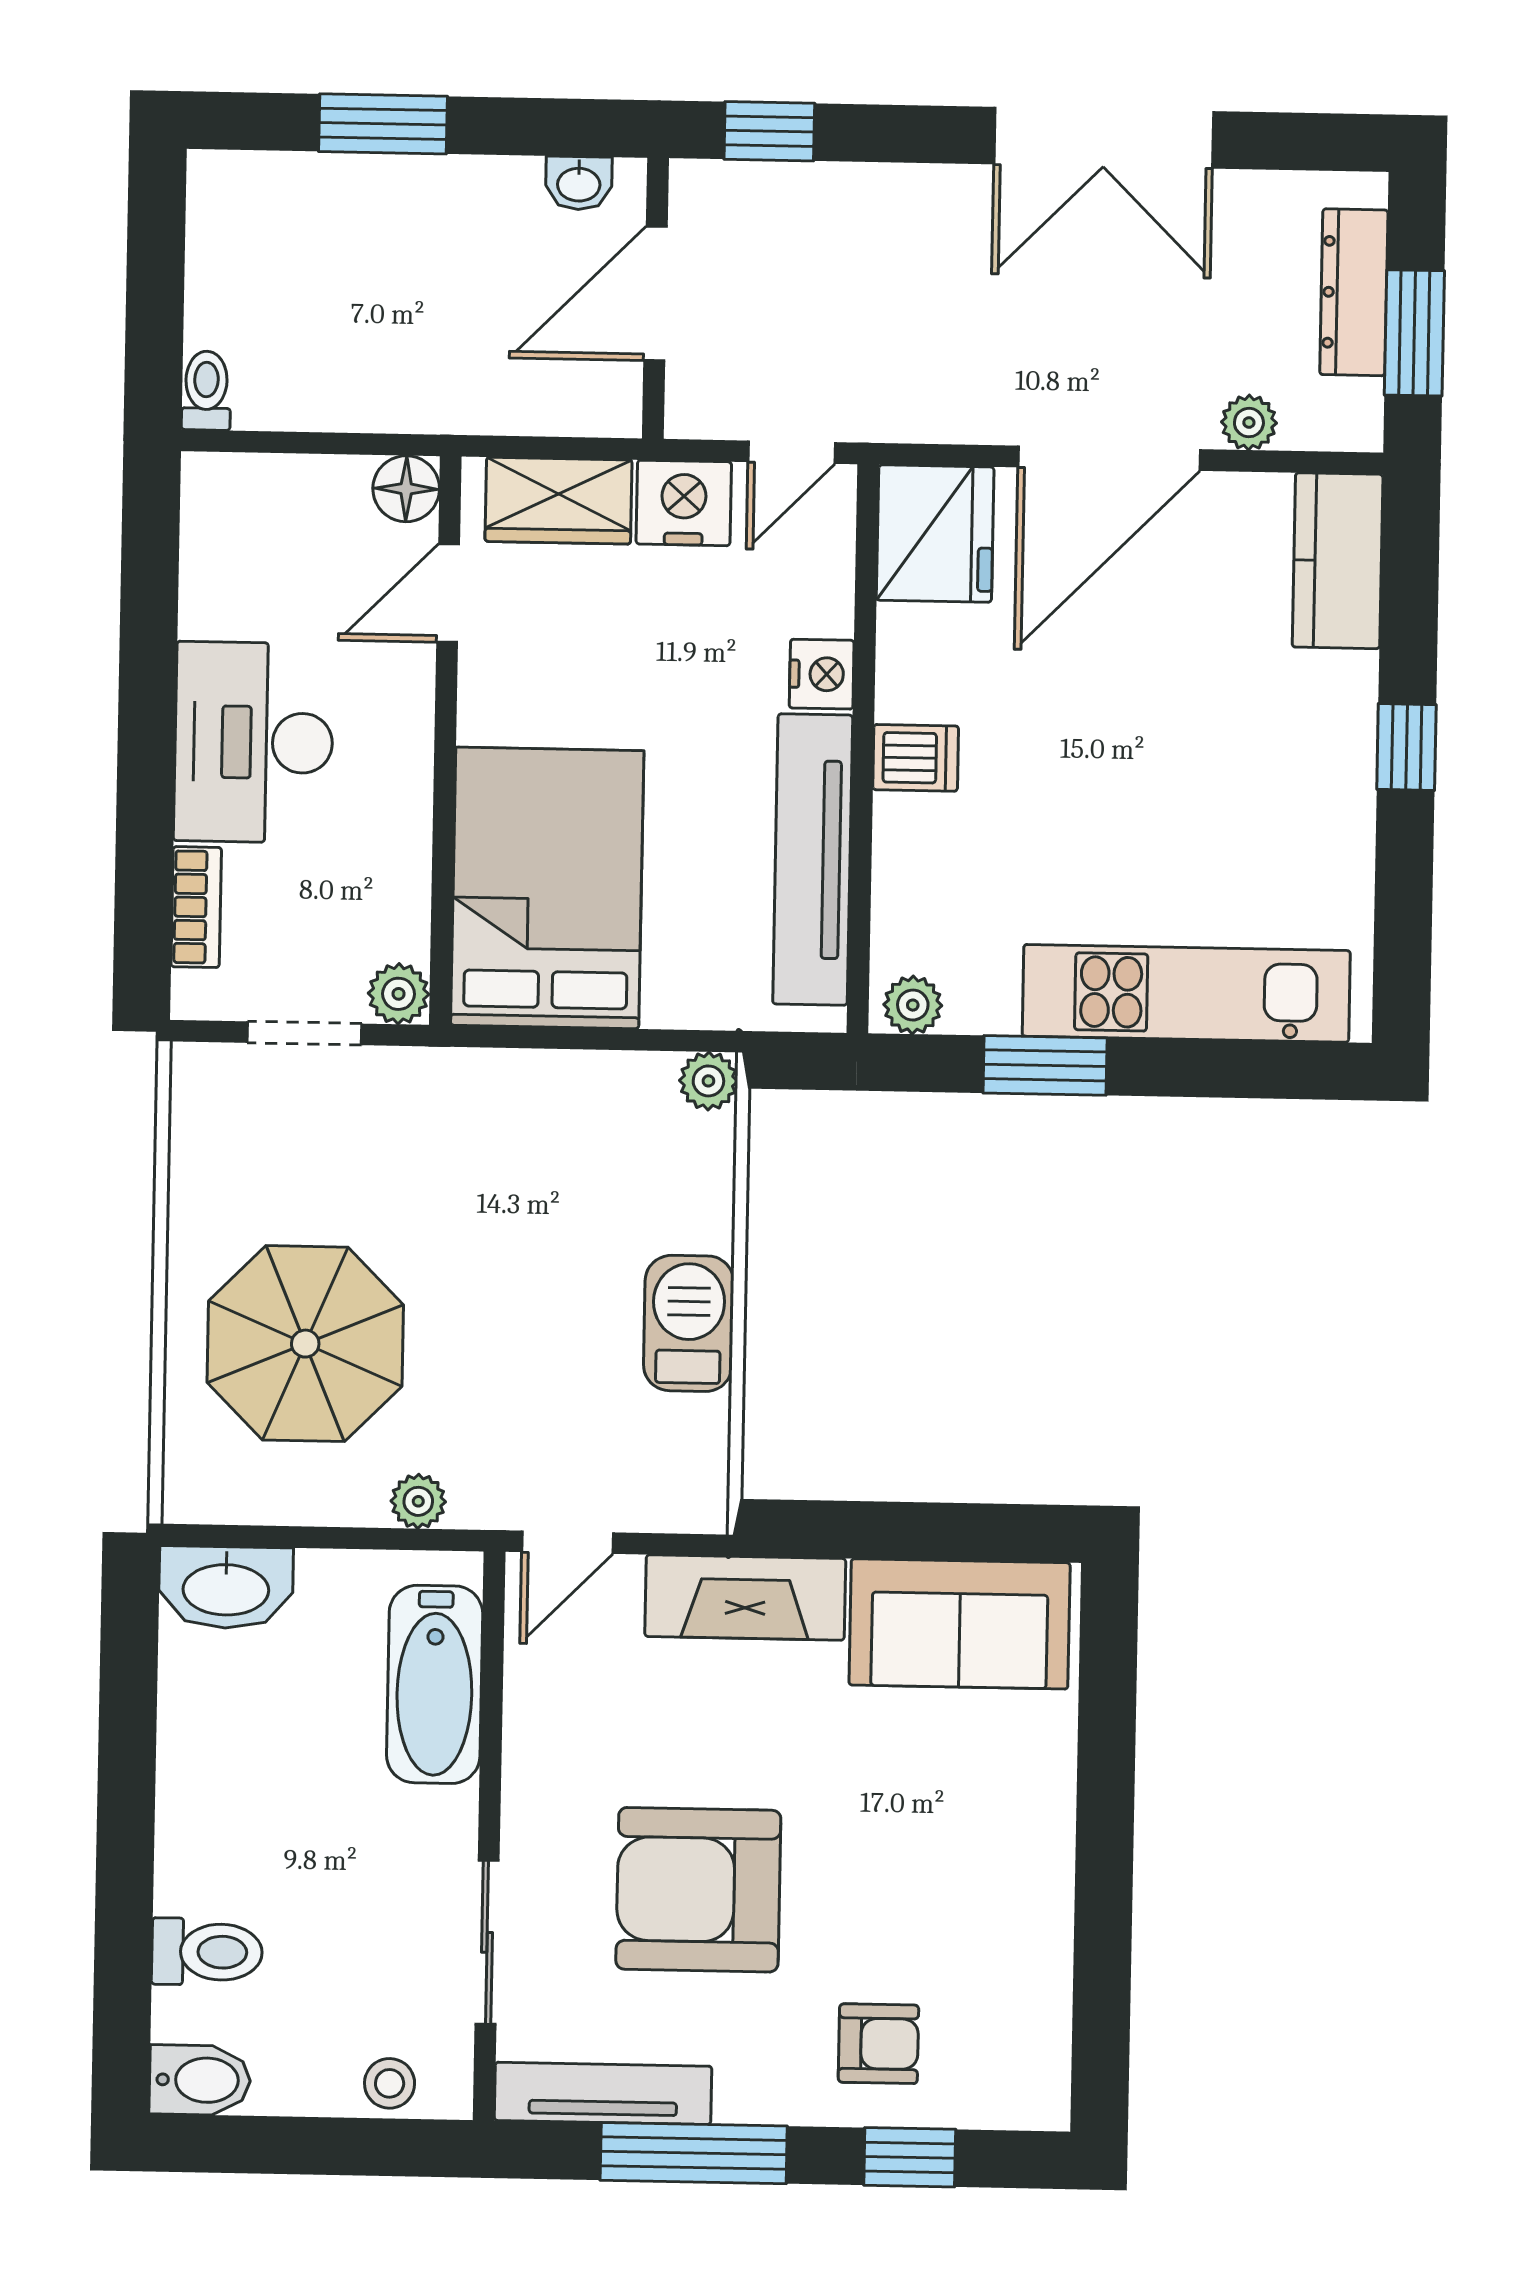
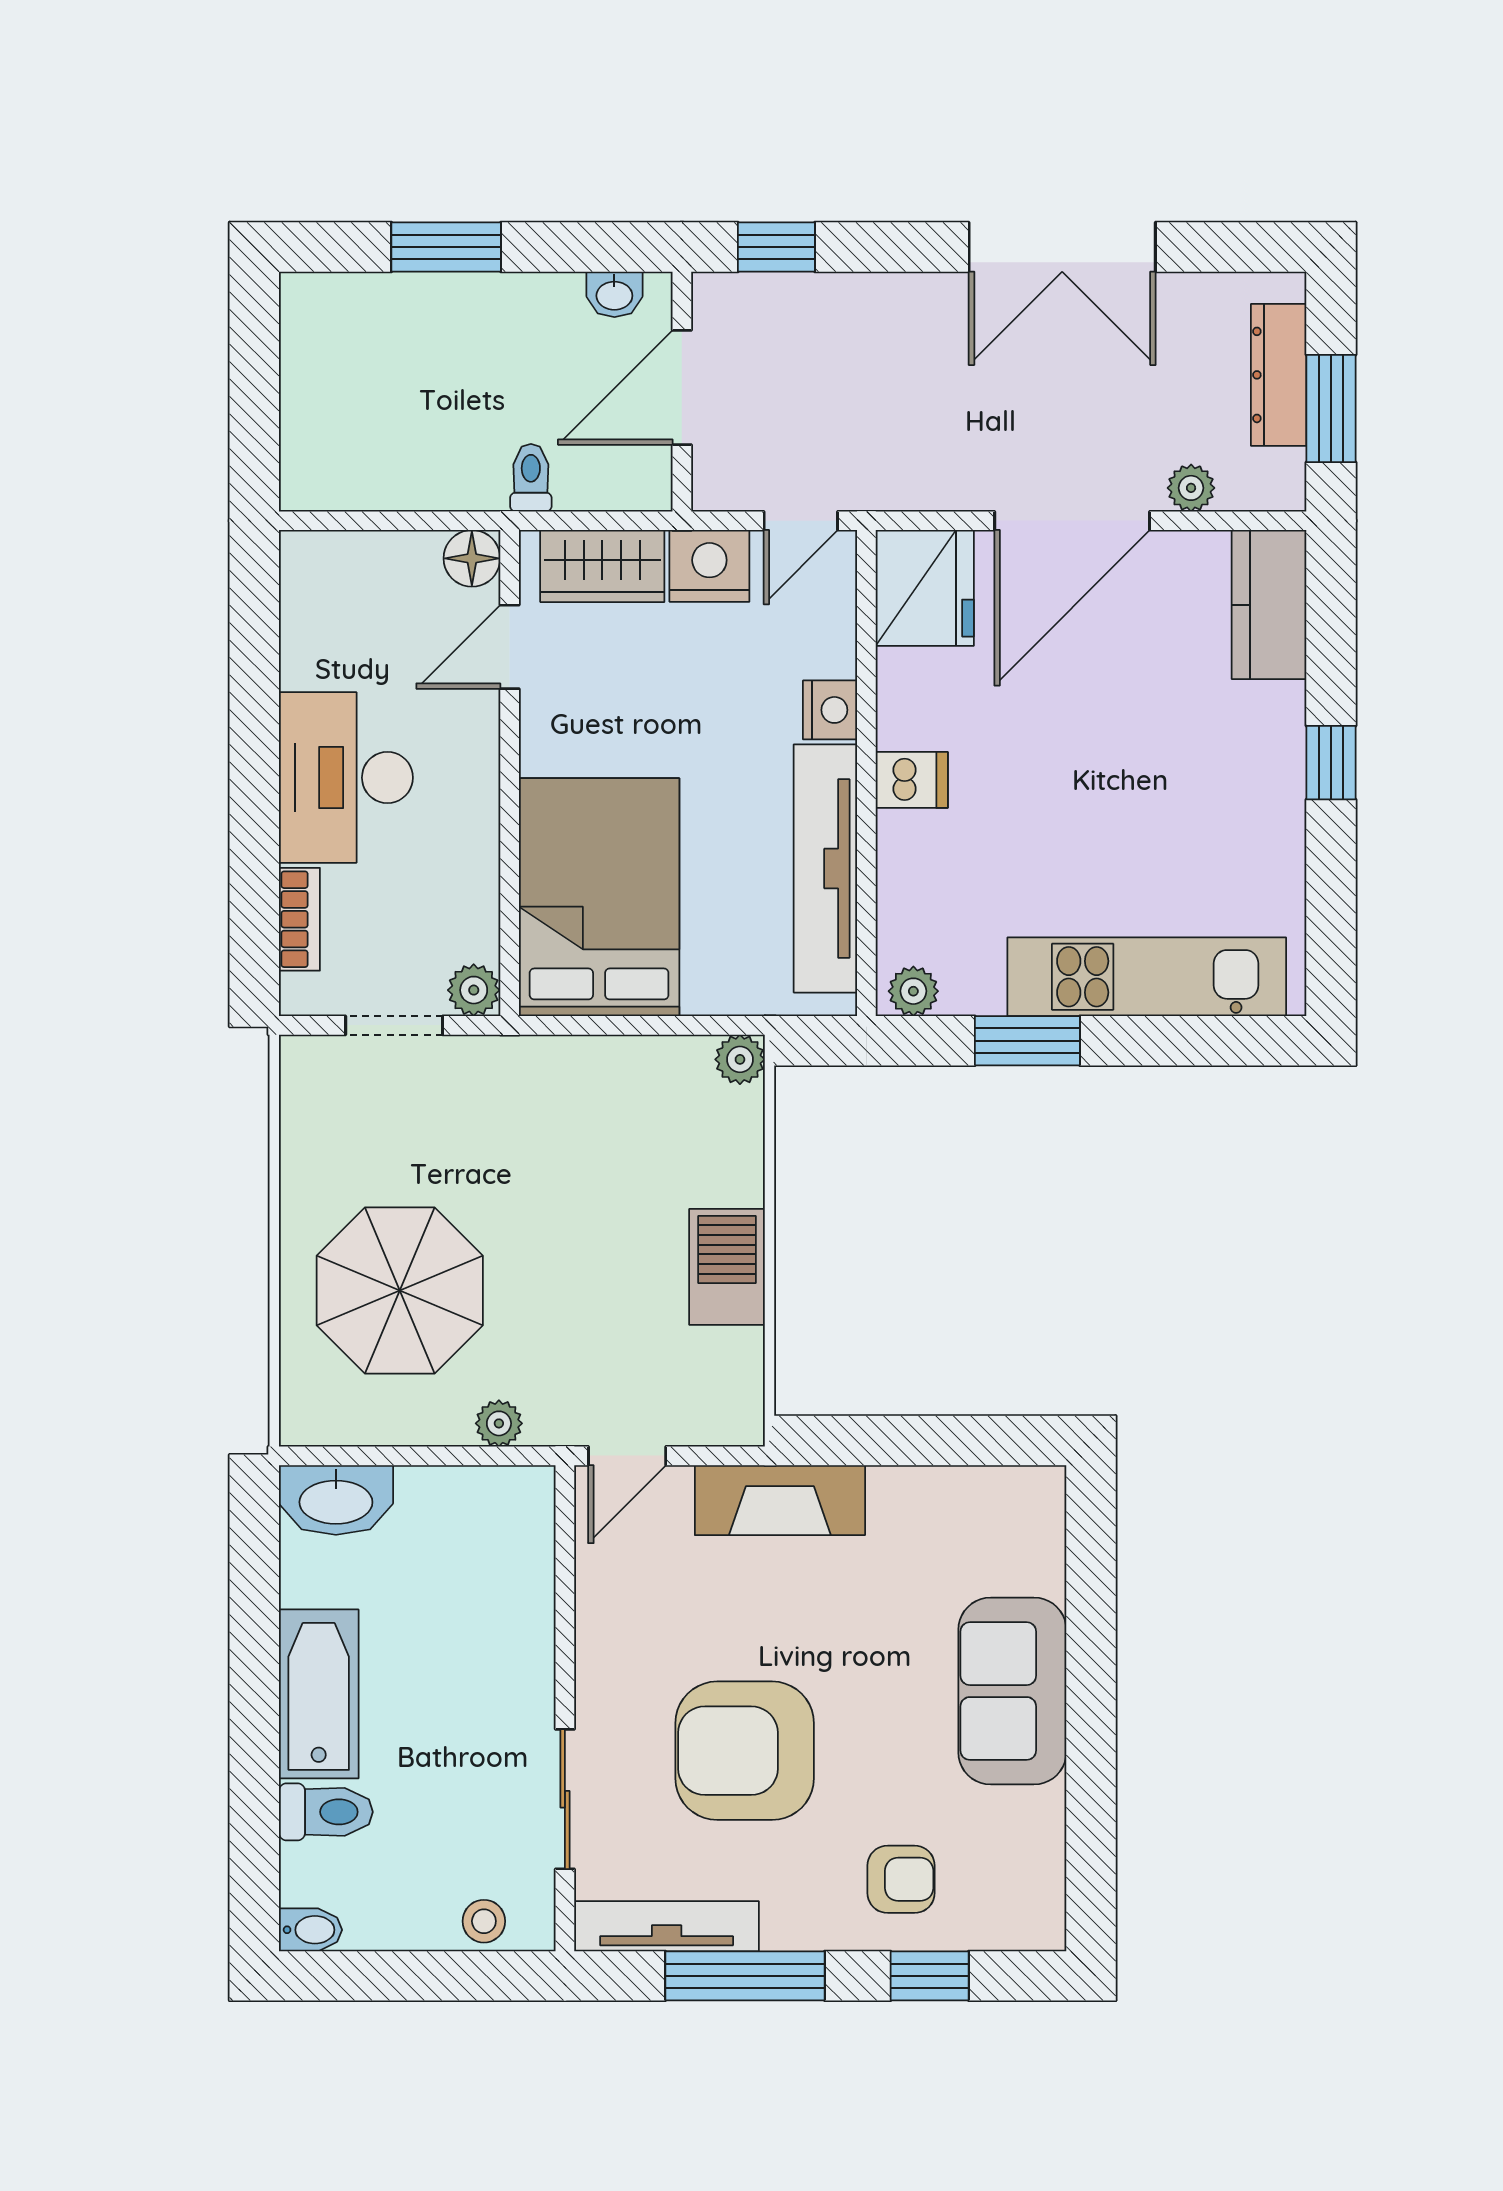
toilet: (206, 391) -> (531, 478), moved
sofa: (960, 1624) -> (1012, 1691), moved, turned 90
bathtub: (435, 1684) -> (319, 1694), moved, turned 180
bidet: (200, 2080) -> (310, 1930), width x0.72, depth x0.74

